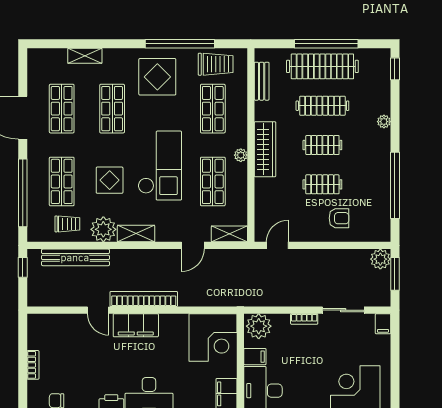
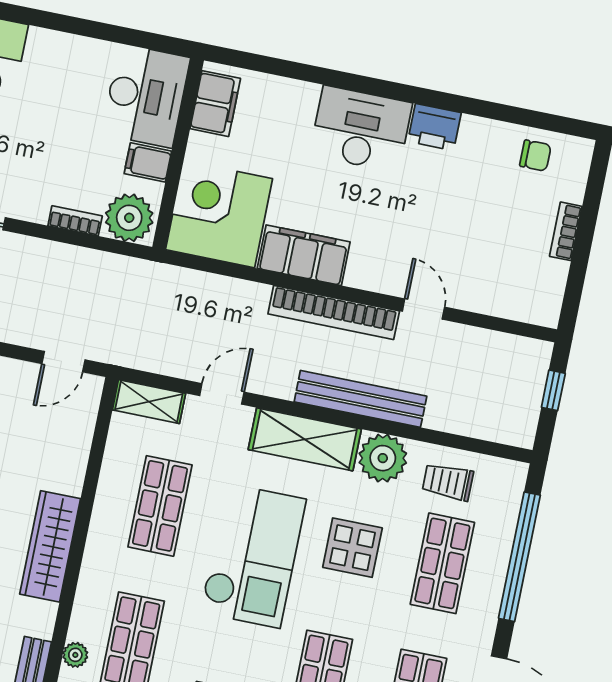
plant: (241, 155) -> (75, 655), moved
checkout: (160, 166) -> (253, 556), turned 180
shelving: (136, 234) -> (305, 439), width x1.50, depth x1.33
bench: (75, 257) -> (360, 399), moved
window: (23, 267) -> (553, 390), moved
bookcase: (304, 319) -> (75, 221), moved
filing cabinet: (136, 325) -> (304, 255), moved

